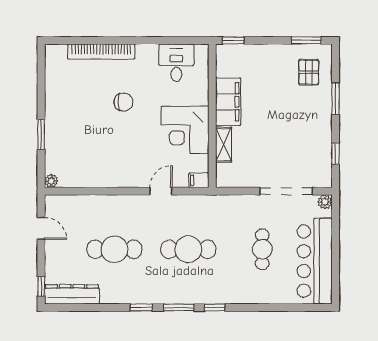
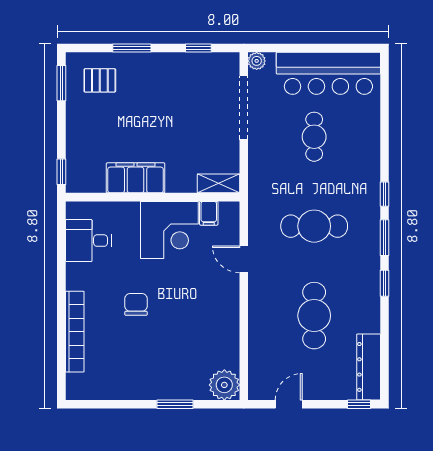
shelving: (224, 145) -> (218, 183), moved
filing cabinet: (199, 180) -> (209, 213), moved
plant: (51, 181) -> (224, 385), width x1.88, depth x1.88
cafe table: (188, 249) -> (314, 226), turned 90
cafe table: (262, 249) -> (314, 137), turned 90

